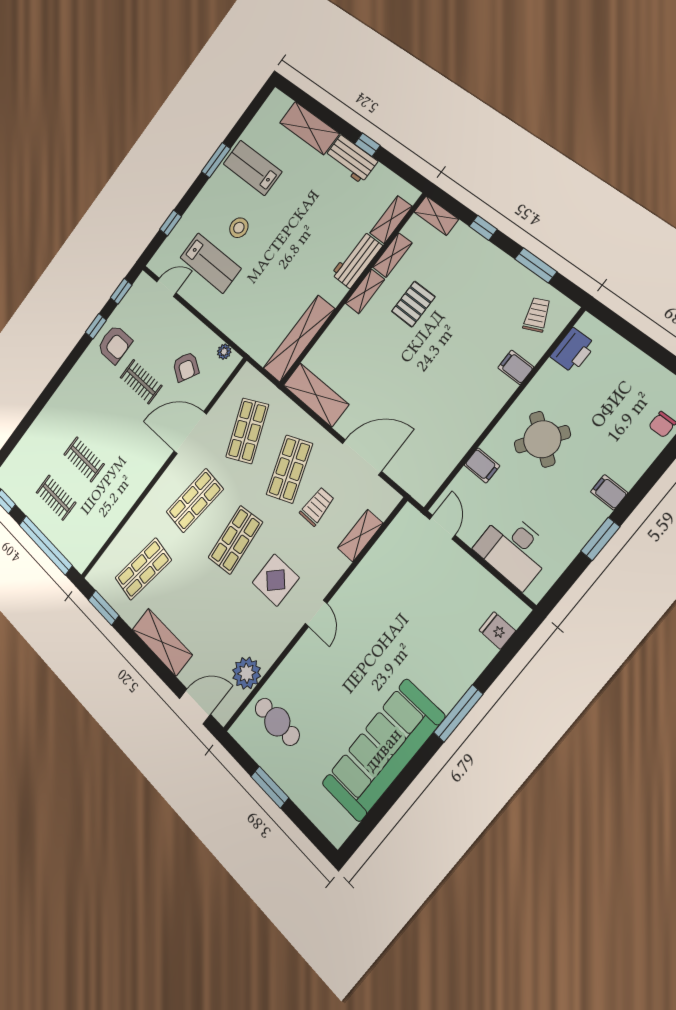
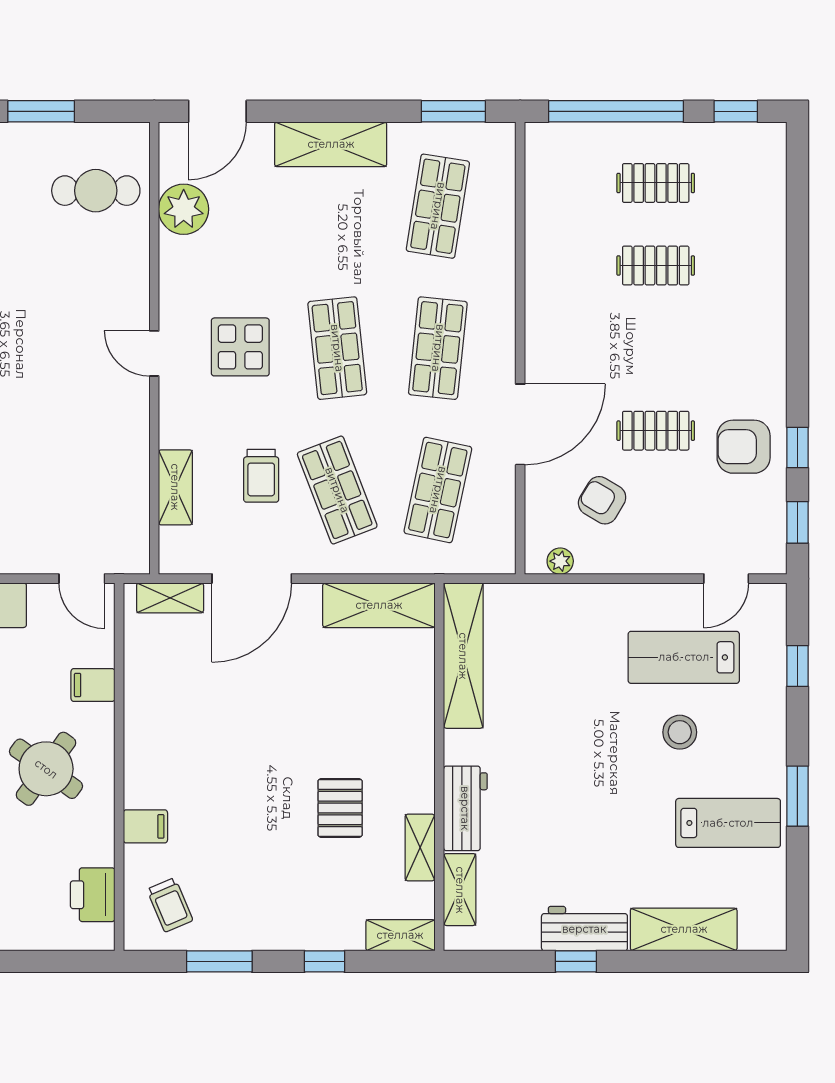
shelving: (365, 291) -> (170, 598), moved, turned 90
shop shelf: (247, 431) -> (438, 490), turned 36

